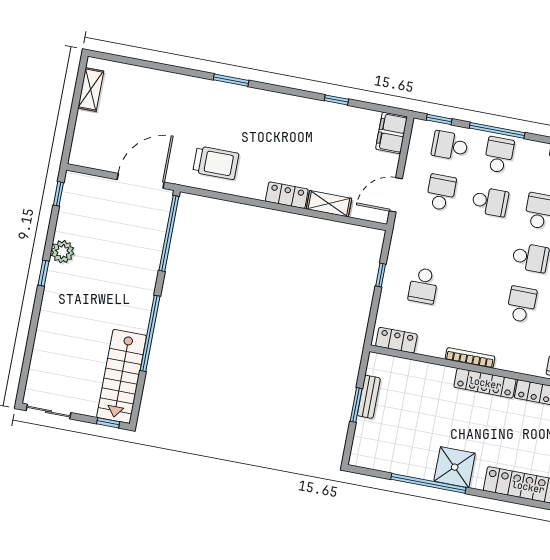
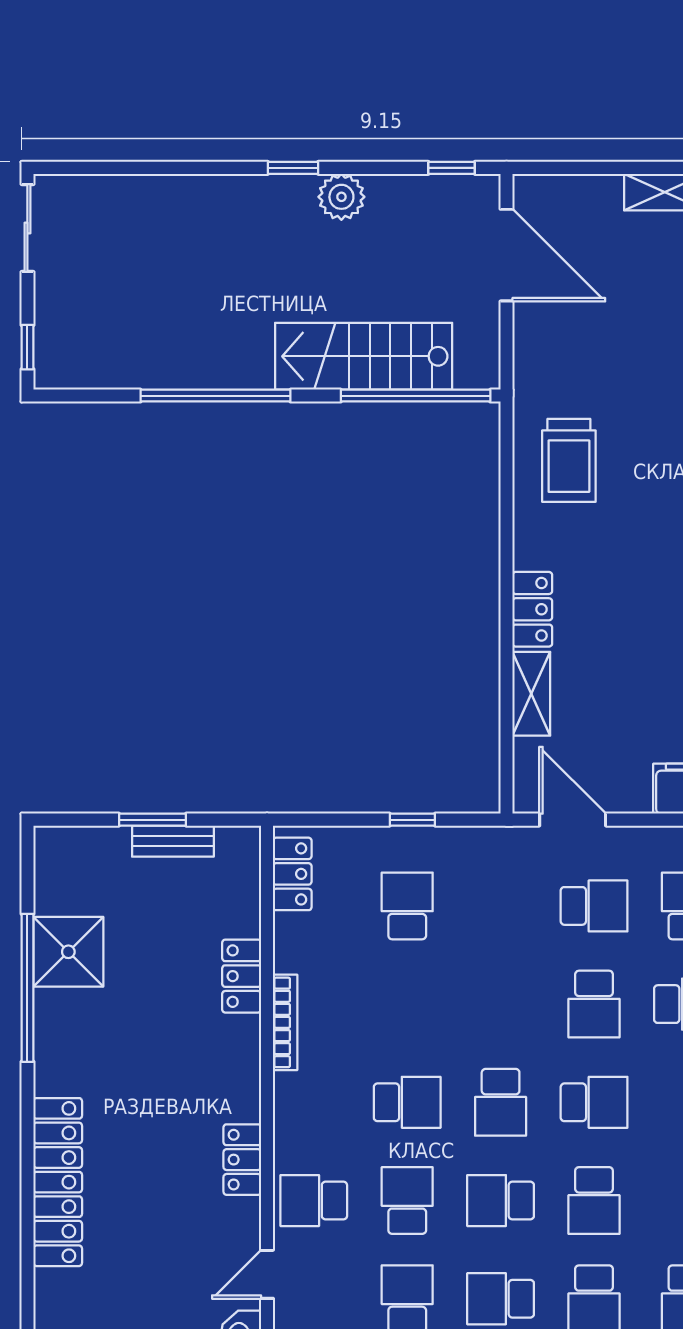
door: (141, 181) -> (506, 255), moved
school desk: (423, 286) -> (407, 906), turned 90
stairs: (122, 376) -> (364, 356), moved
locker: (485, 383) -> (242, 976), moved, width x0.66
shower: (455, 467) -> (68, 952), moved

